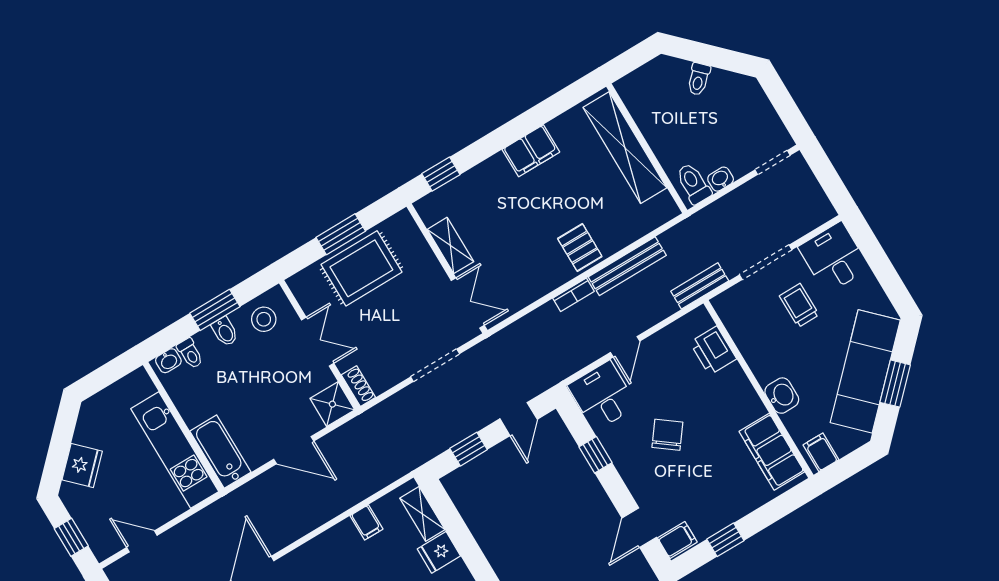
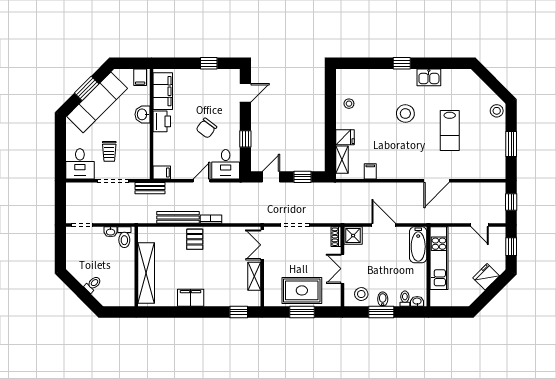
printer: (713, 351) -> (162, 121), moved
filing cabinet: (677, 540) -> (162, 173), moved, turned 180

